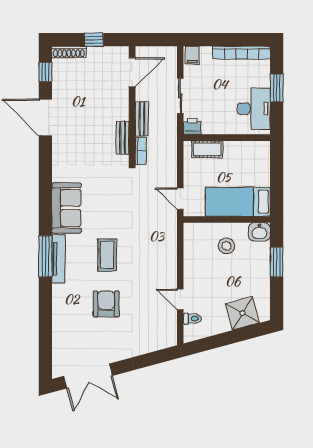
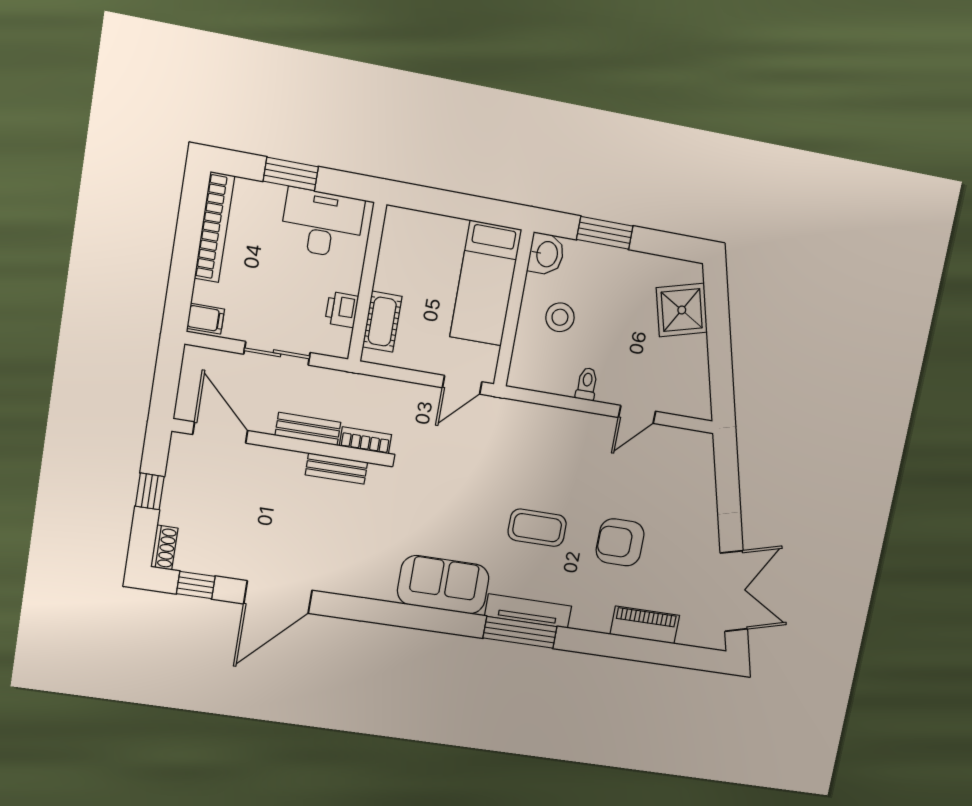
shoe rack: (69, 52) -> (164, 548), width x0.70
printer: (192, 126) -> (342, 310), moved
toilet: (192, 319) -> (587, 384), moved
piano: (60, 328) -> (645, 625), added

